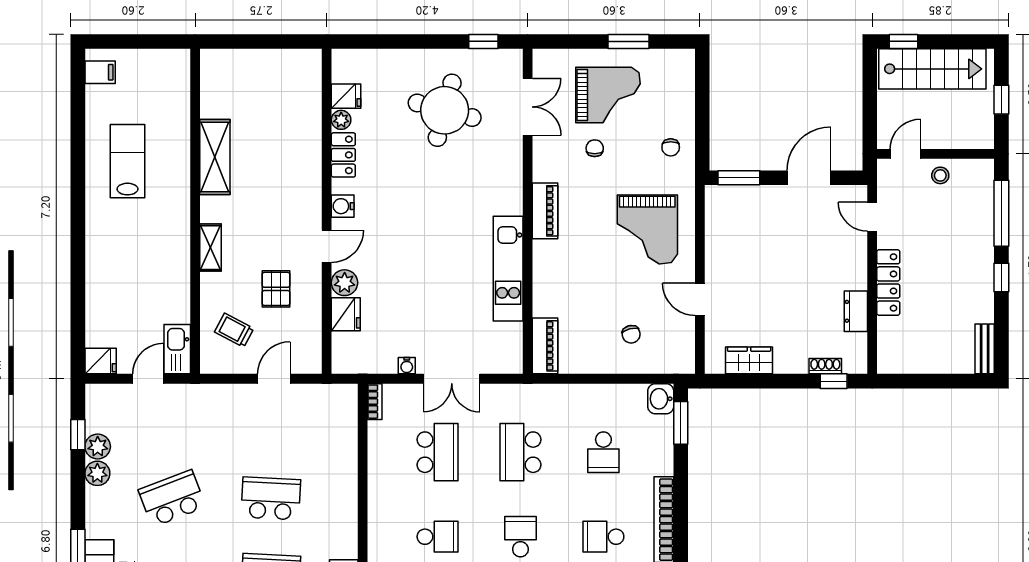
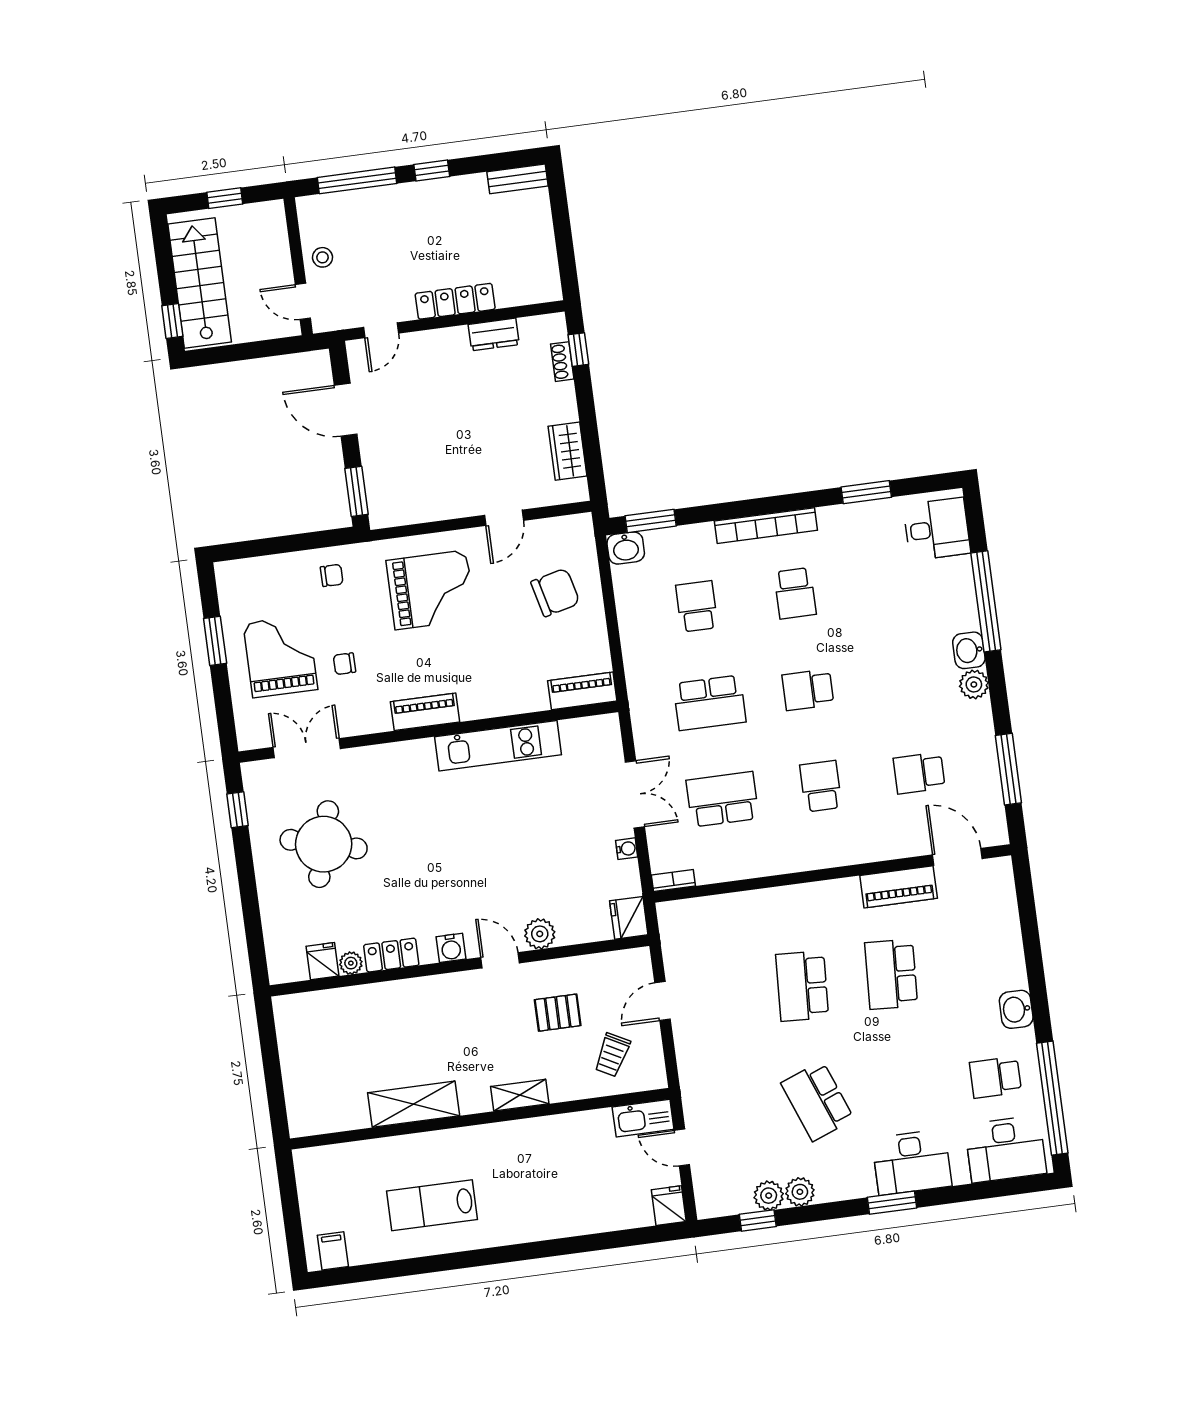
fridge: (346, 314) -> (629, 918), moved, turned -90
chair: (631, 334) -> (555, 592), width x1.87, depth x1.87
door: (274, 379) -> (662, 1001), hinge flipped
school desk: (603, 452) -> (697, 606), turned -90

